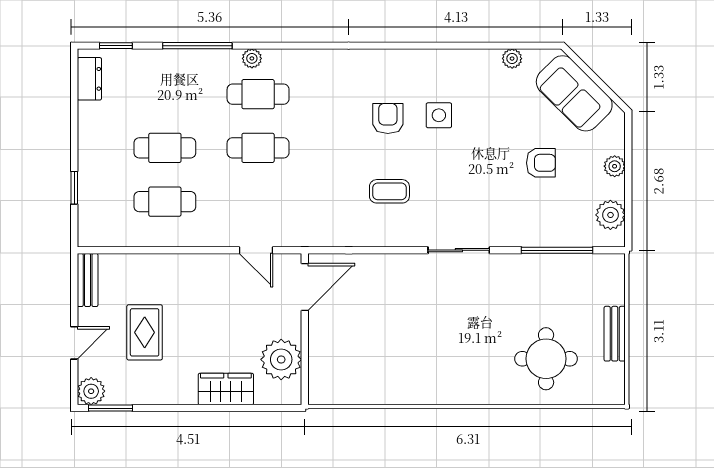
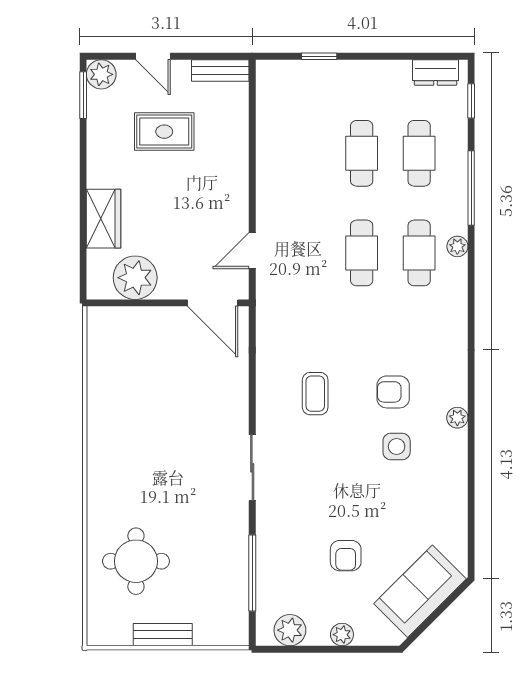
plant: (512, 59) -> (457, 418), moved
armchair: (388, 118) -> (393, 392), turned 180
cafe table: (165, 202) -> (419, 153), moved

